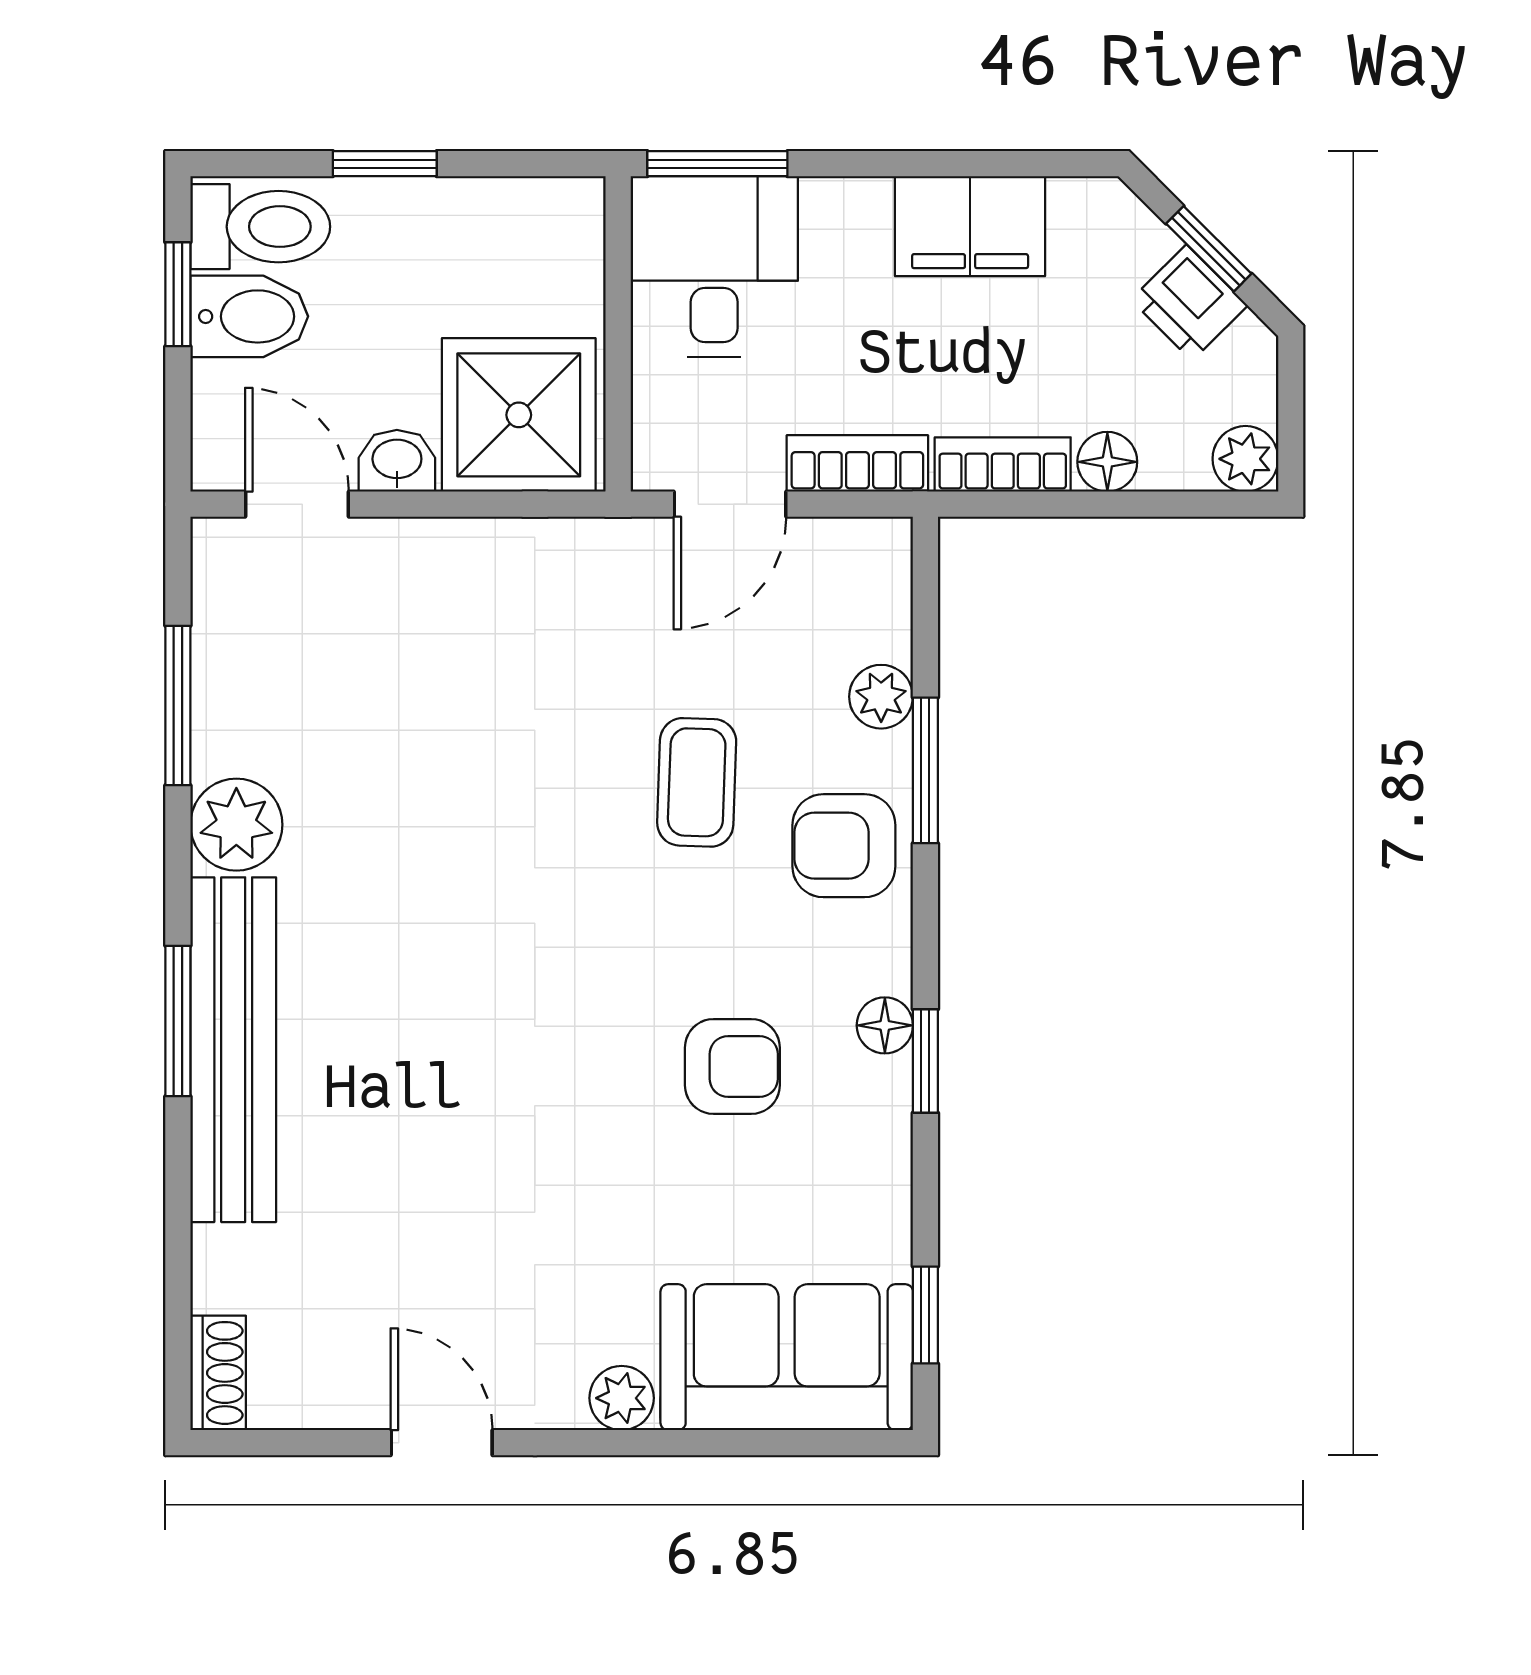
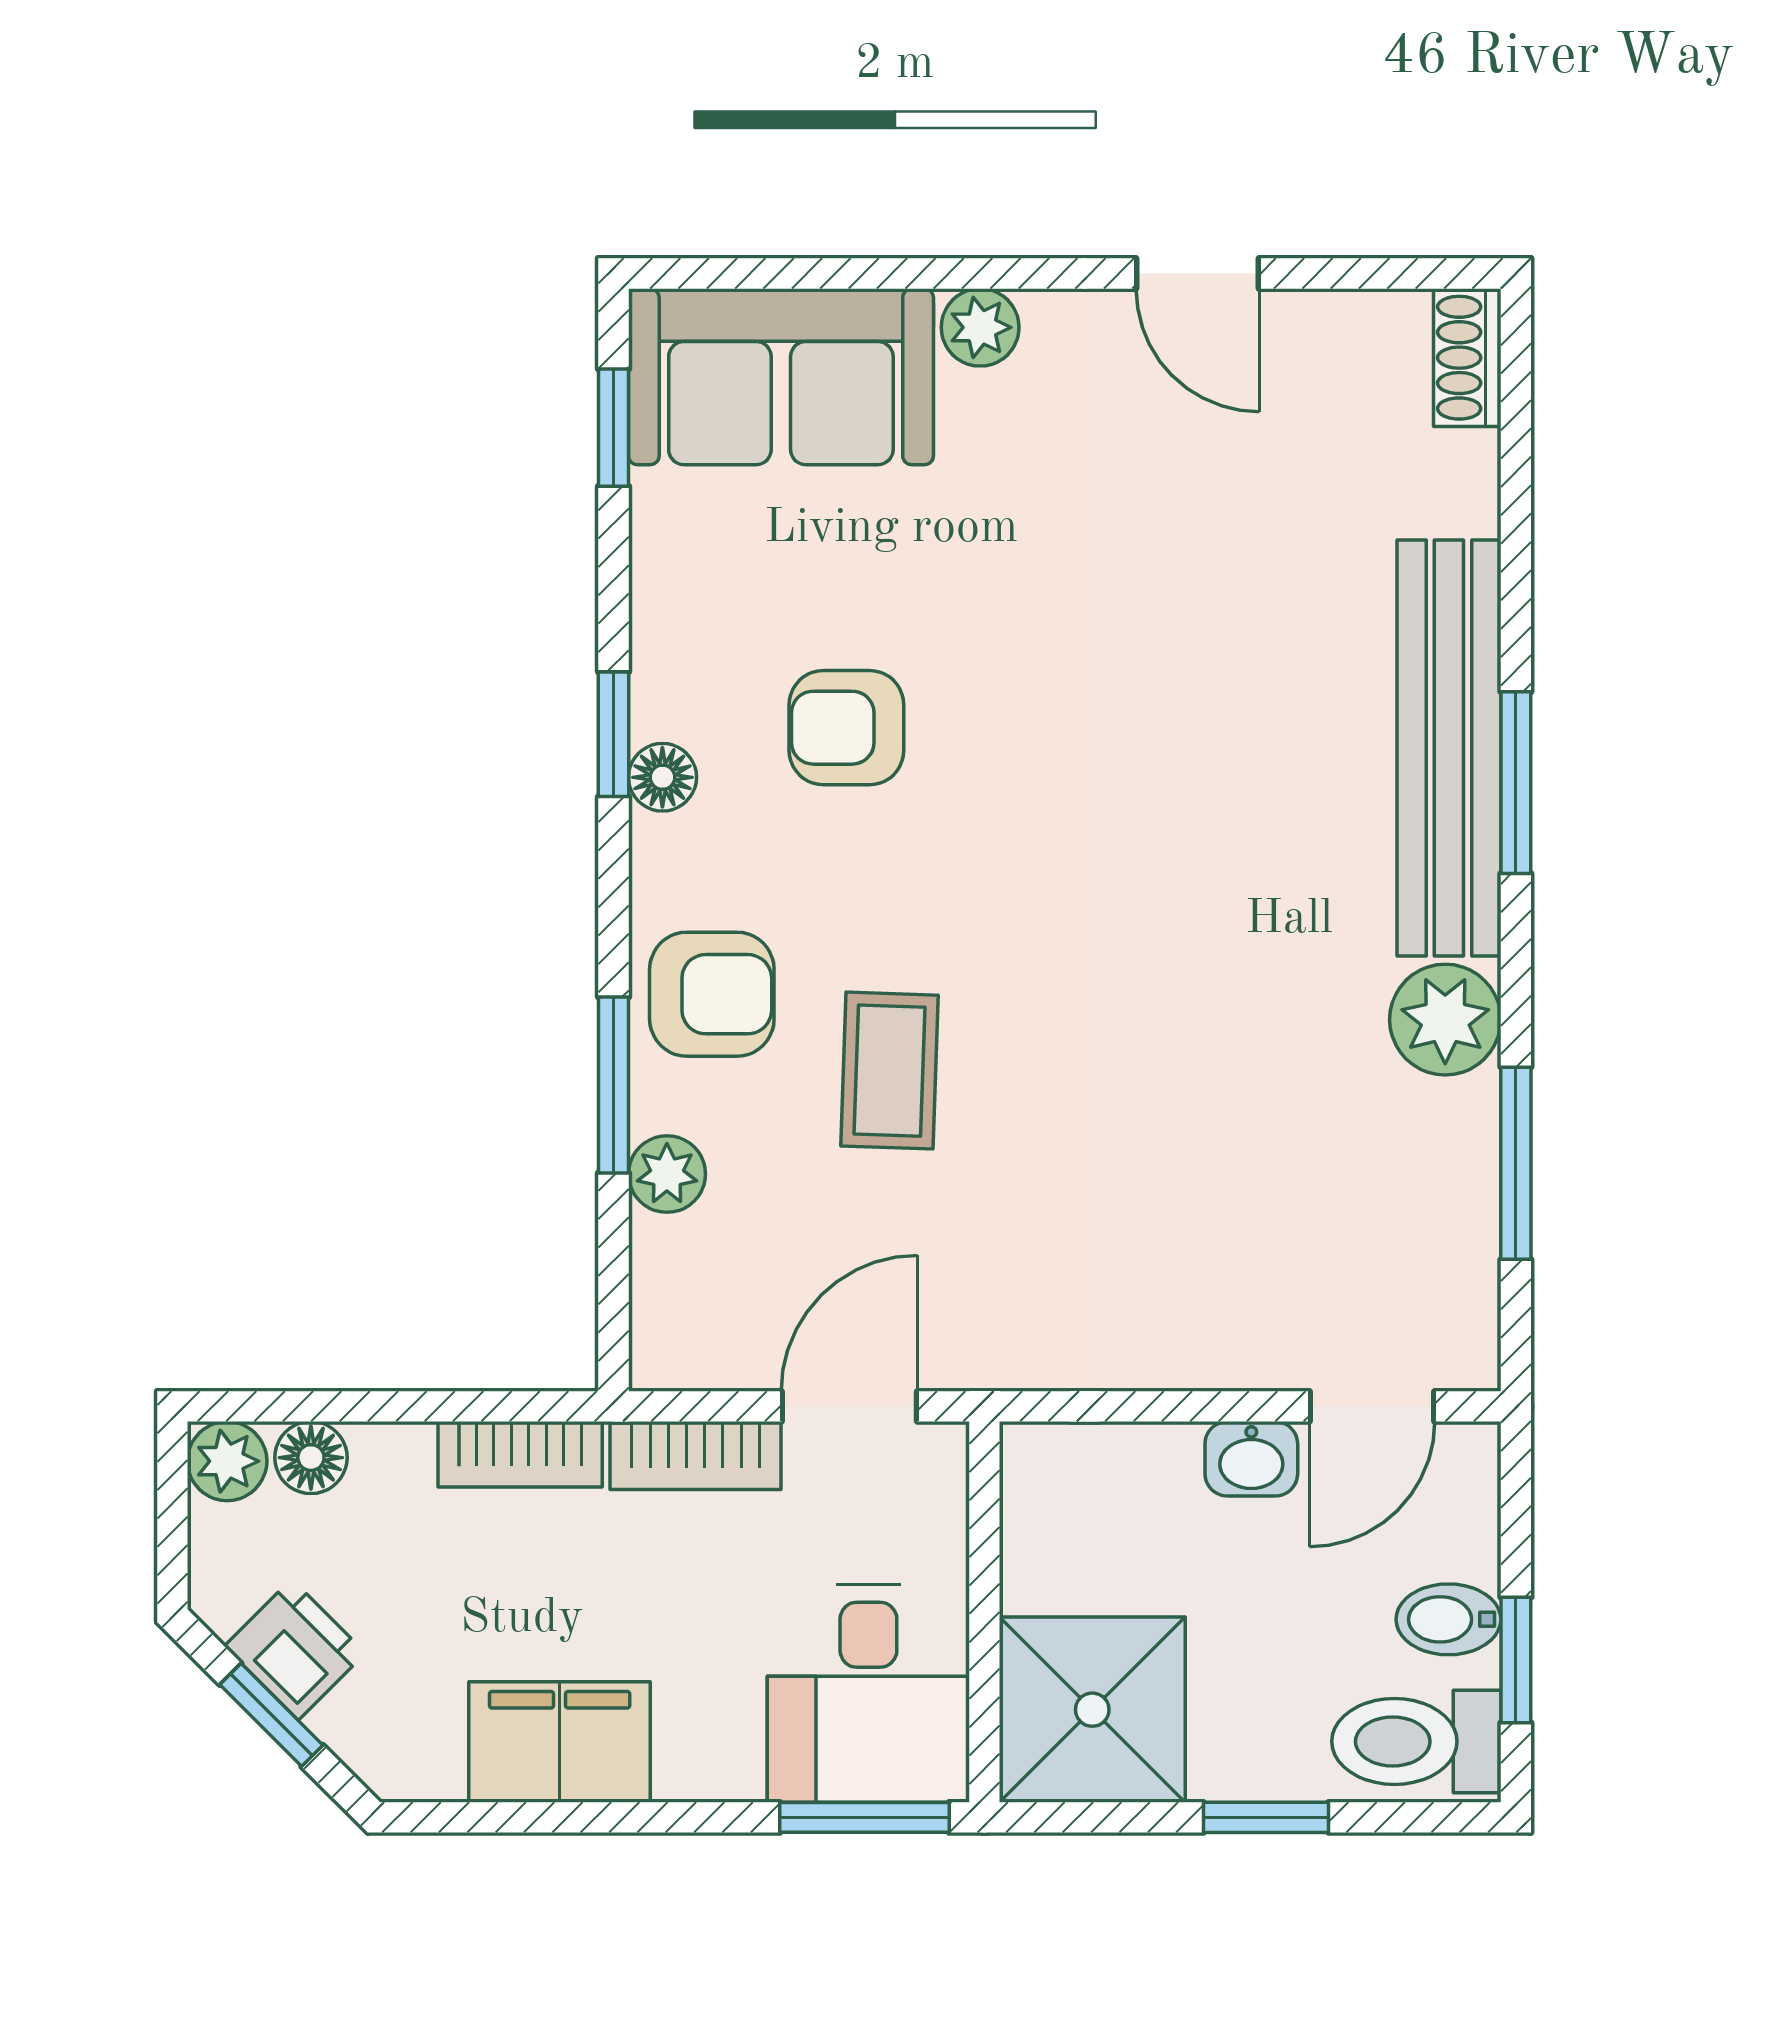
bidet: (249, 316) -> (1448, 1619), width x0.72, depth x0.74
shower: (519, 415) -> (1092, 1710), moved
floor lamp: (1107, 462) -> (311, 1458), moved
door: (297, 504) -> (1372, 1406), hinge flipped

